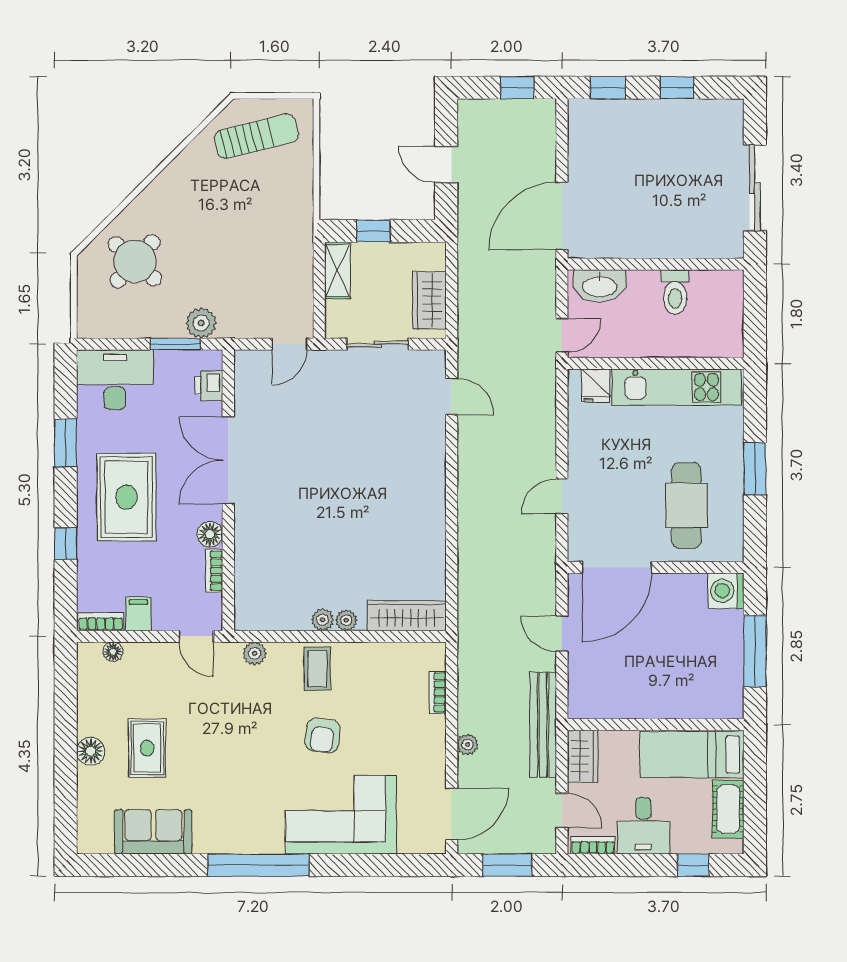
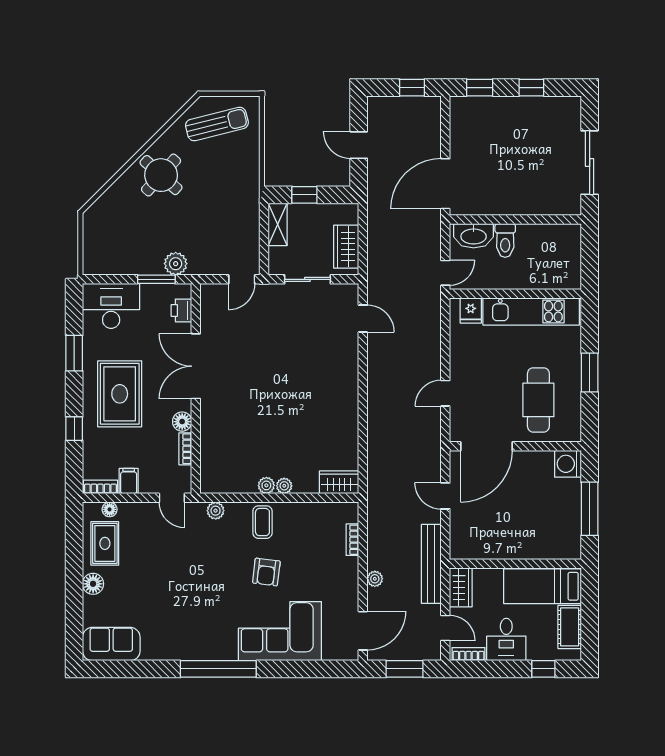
round table: (135, 261) -> (161, 175), moved
toilet: (675, 292) -> (505, 240), moved
wardrobe: (407, 616) -> (339, 482), width x0.67
rug: (147, 748) -> (105, 543), moved
sofa: (153, 832) -> (111, 644), moved

